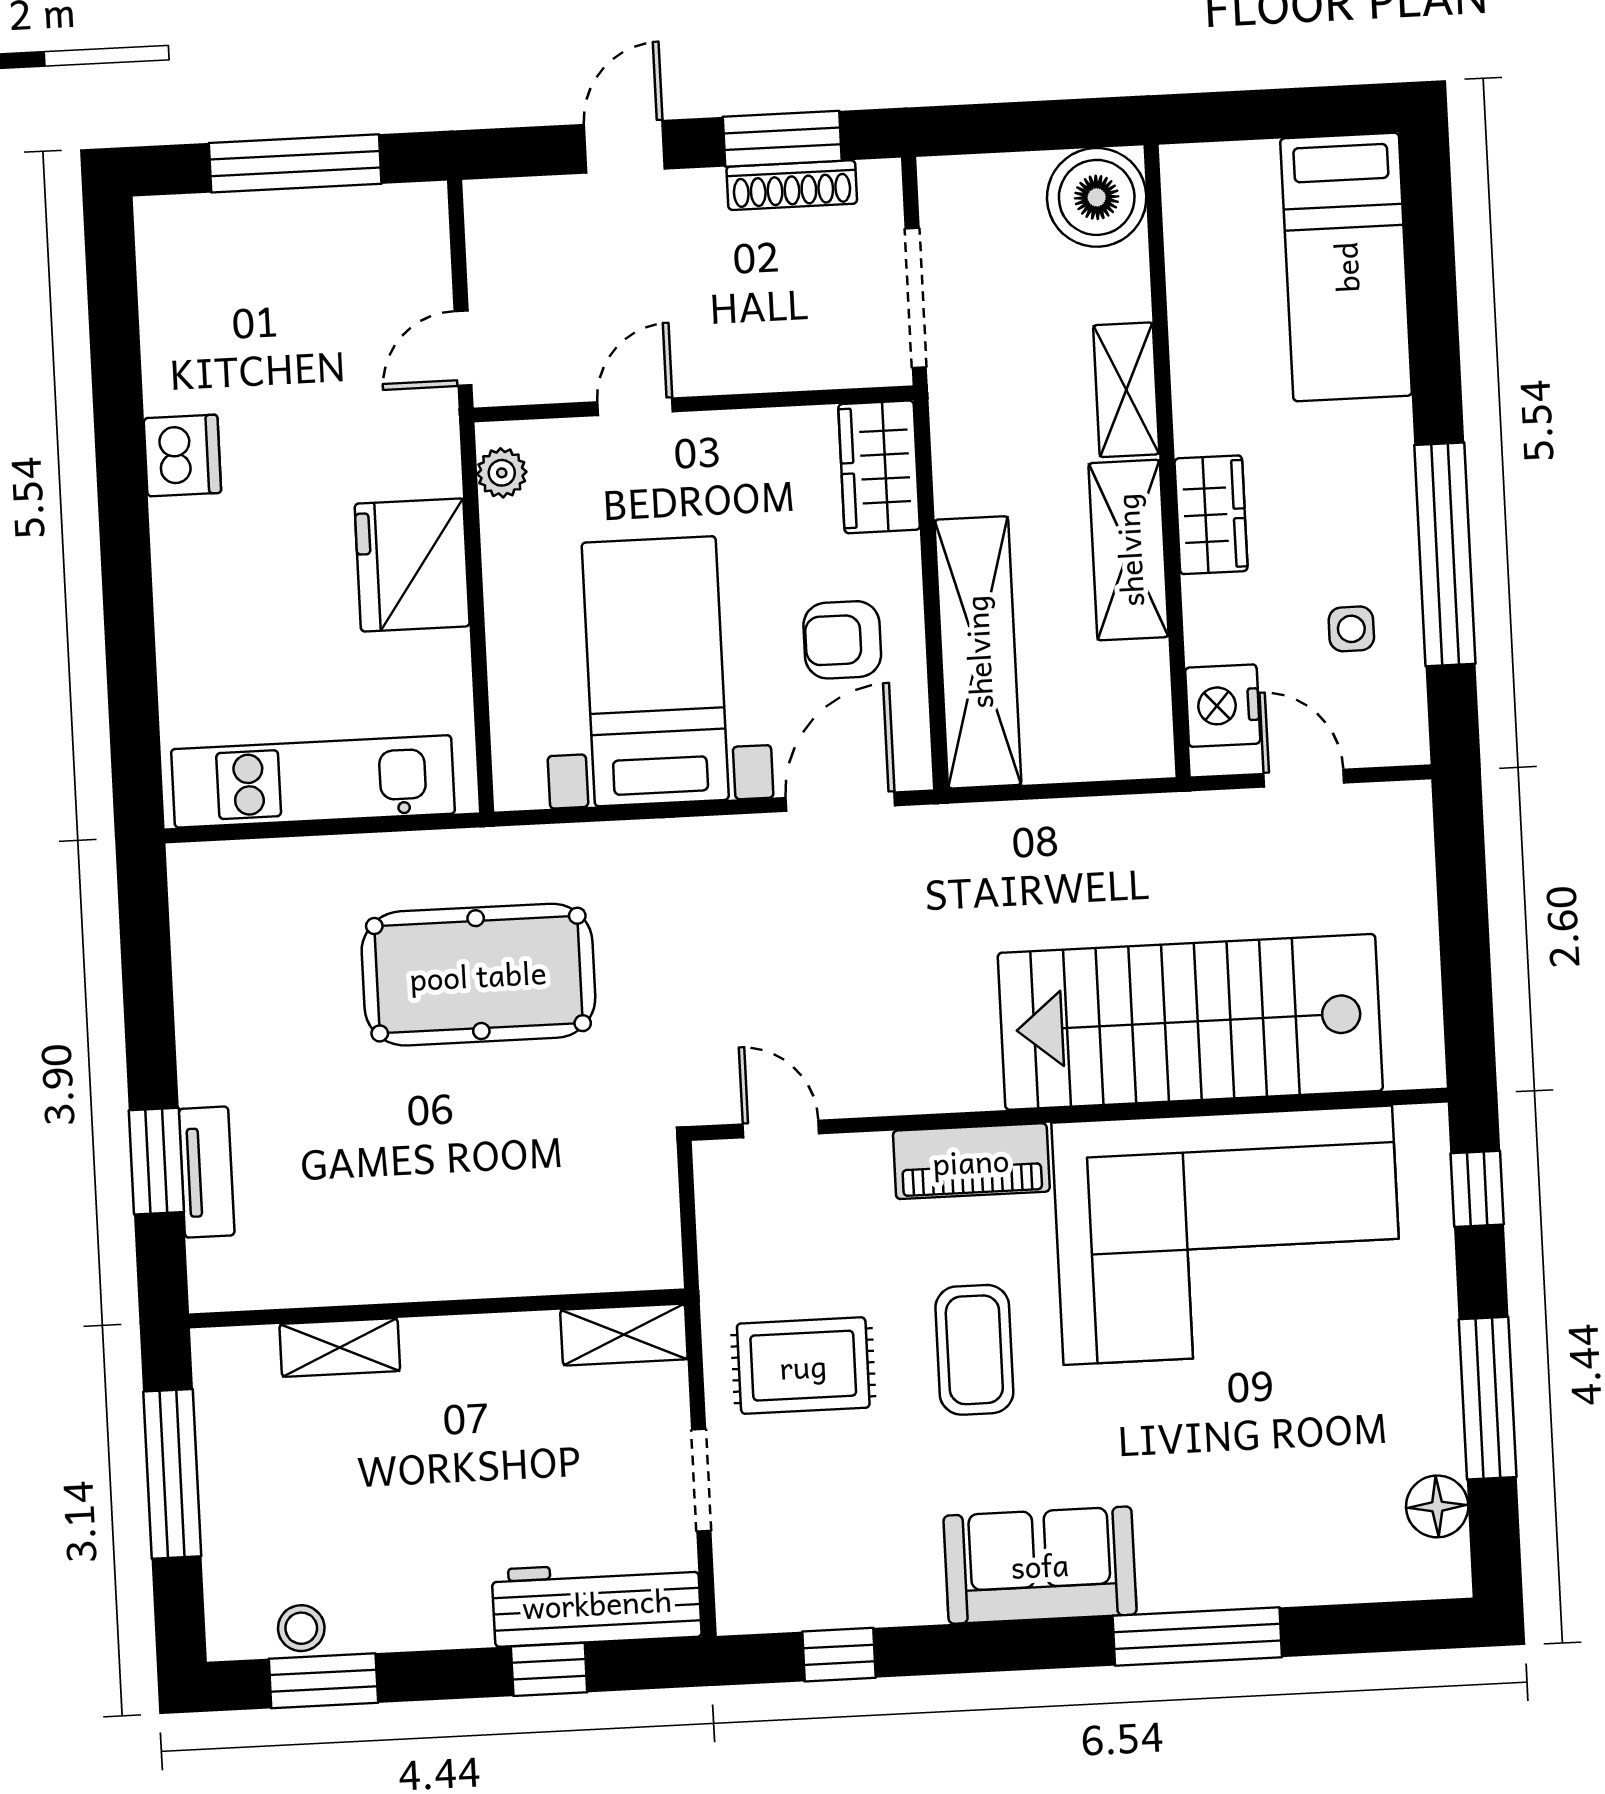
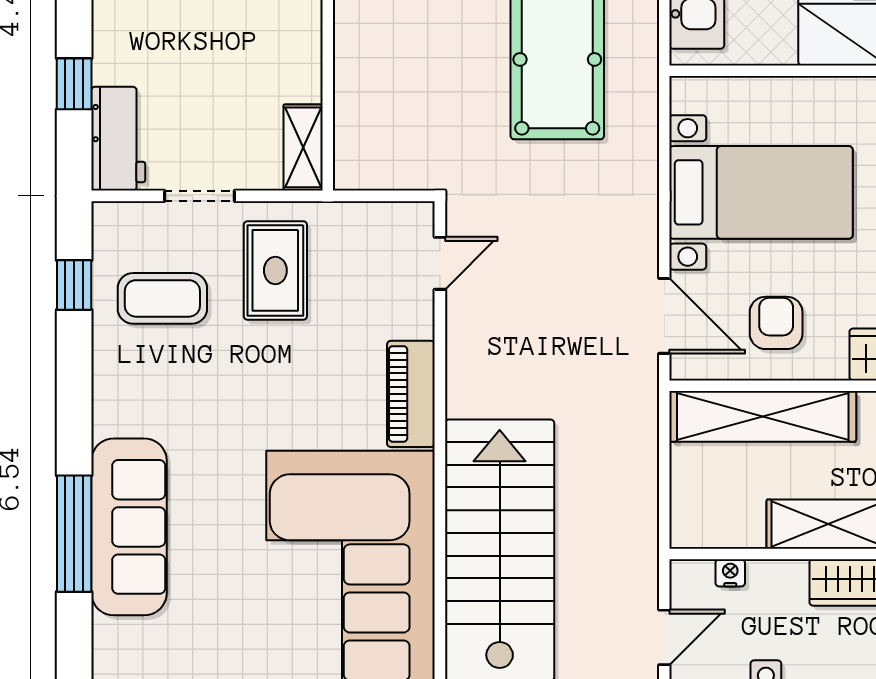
nightstand: (1223, 706) -> (730, 573), width x0.53, depth x0.56
coffee table: (974, 1350) -> (162, 298), moved
sofa: (1040, 1565) -> (129, 527), moved, width x1.36
workbench: (597, 1603) -> (118, 139), width x0.73

